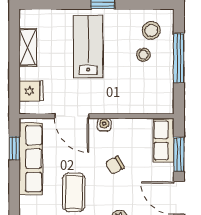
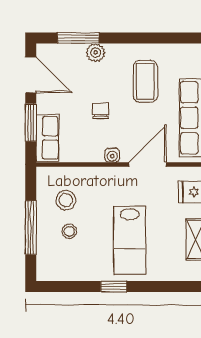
stool: (151, 30) -> (66, 200), moved
door: (72, 116) -> (148, 164), hinge flipped
chair: (115, 165) -> (101, 111), turned -62

